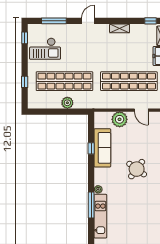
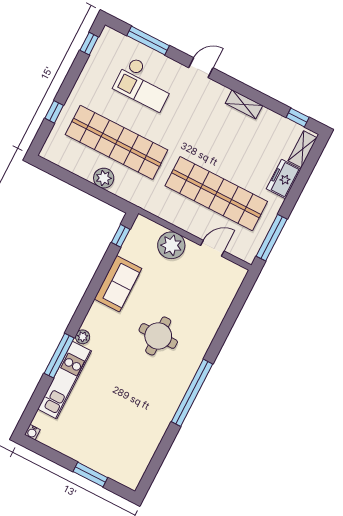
checkout: (45, 49) -> (144, 84), moved
door: (141, 110) -> (212, 248), swing flipped
window: (91, 148) -> (121, 236), moved
sofa: (102, 148) -> (118, 284), width x0.73
round table: (137, 169) -> (158, 336), turned -36

